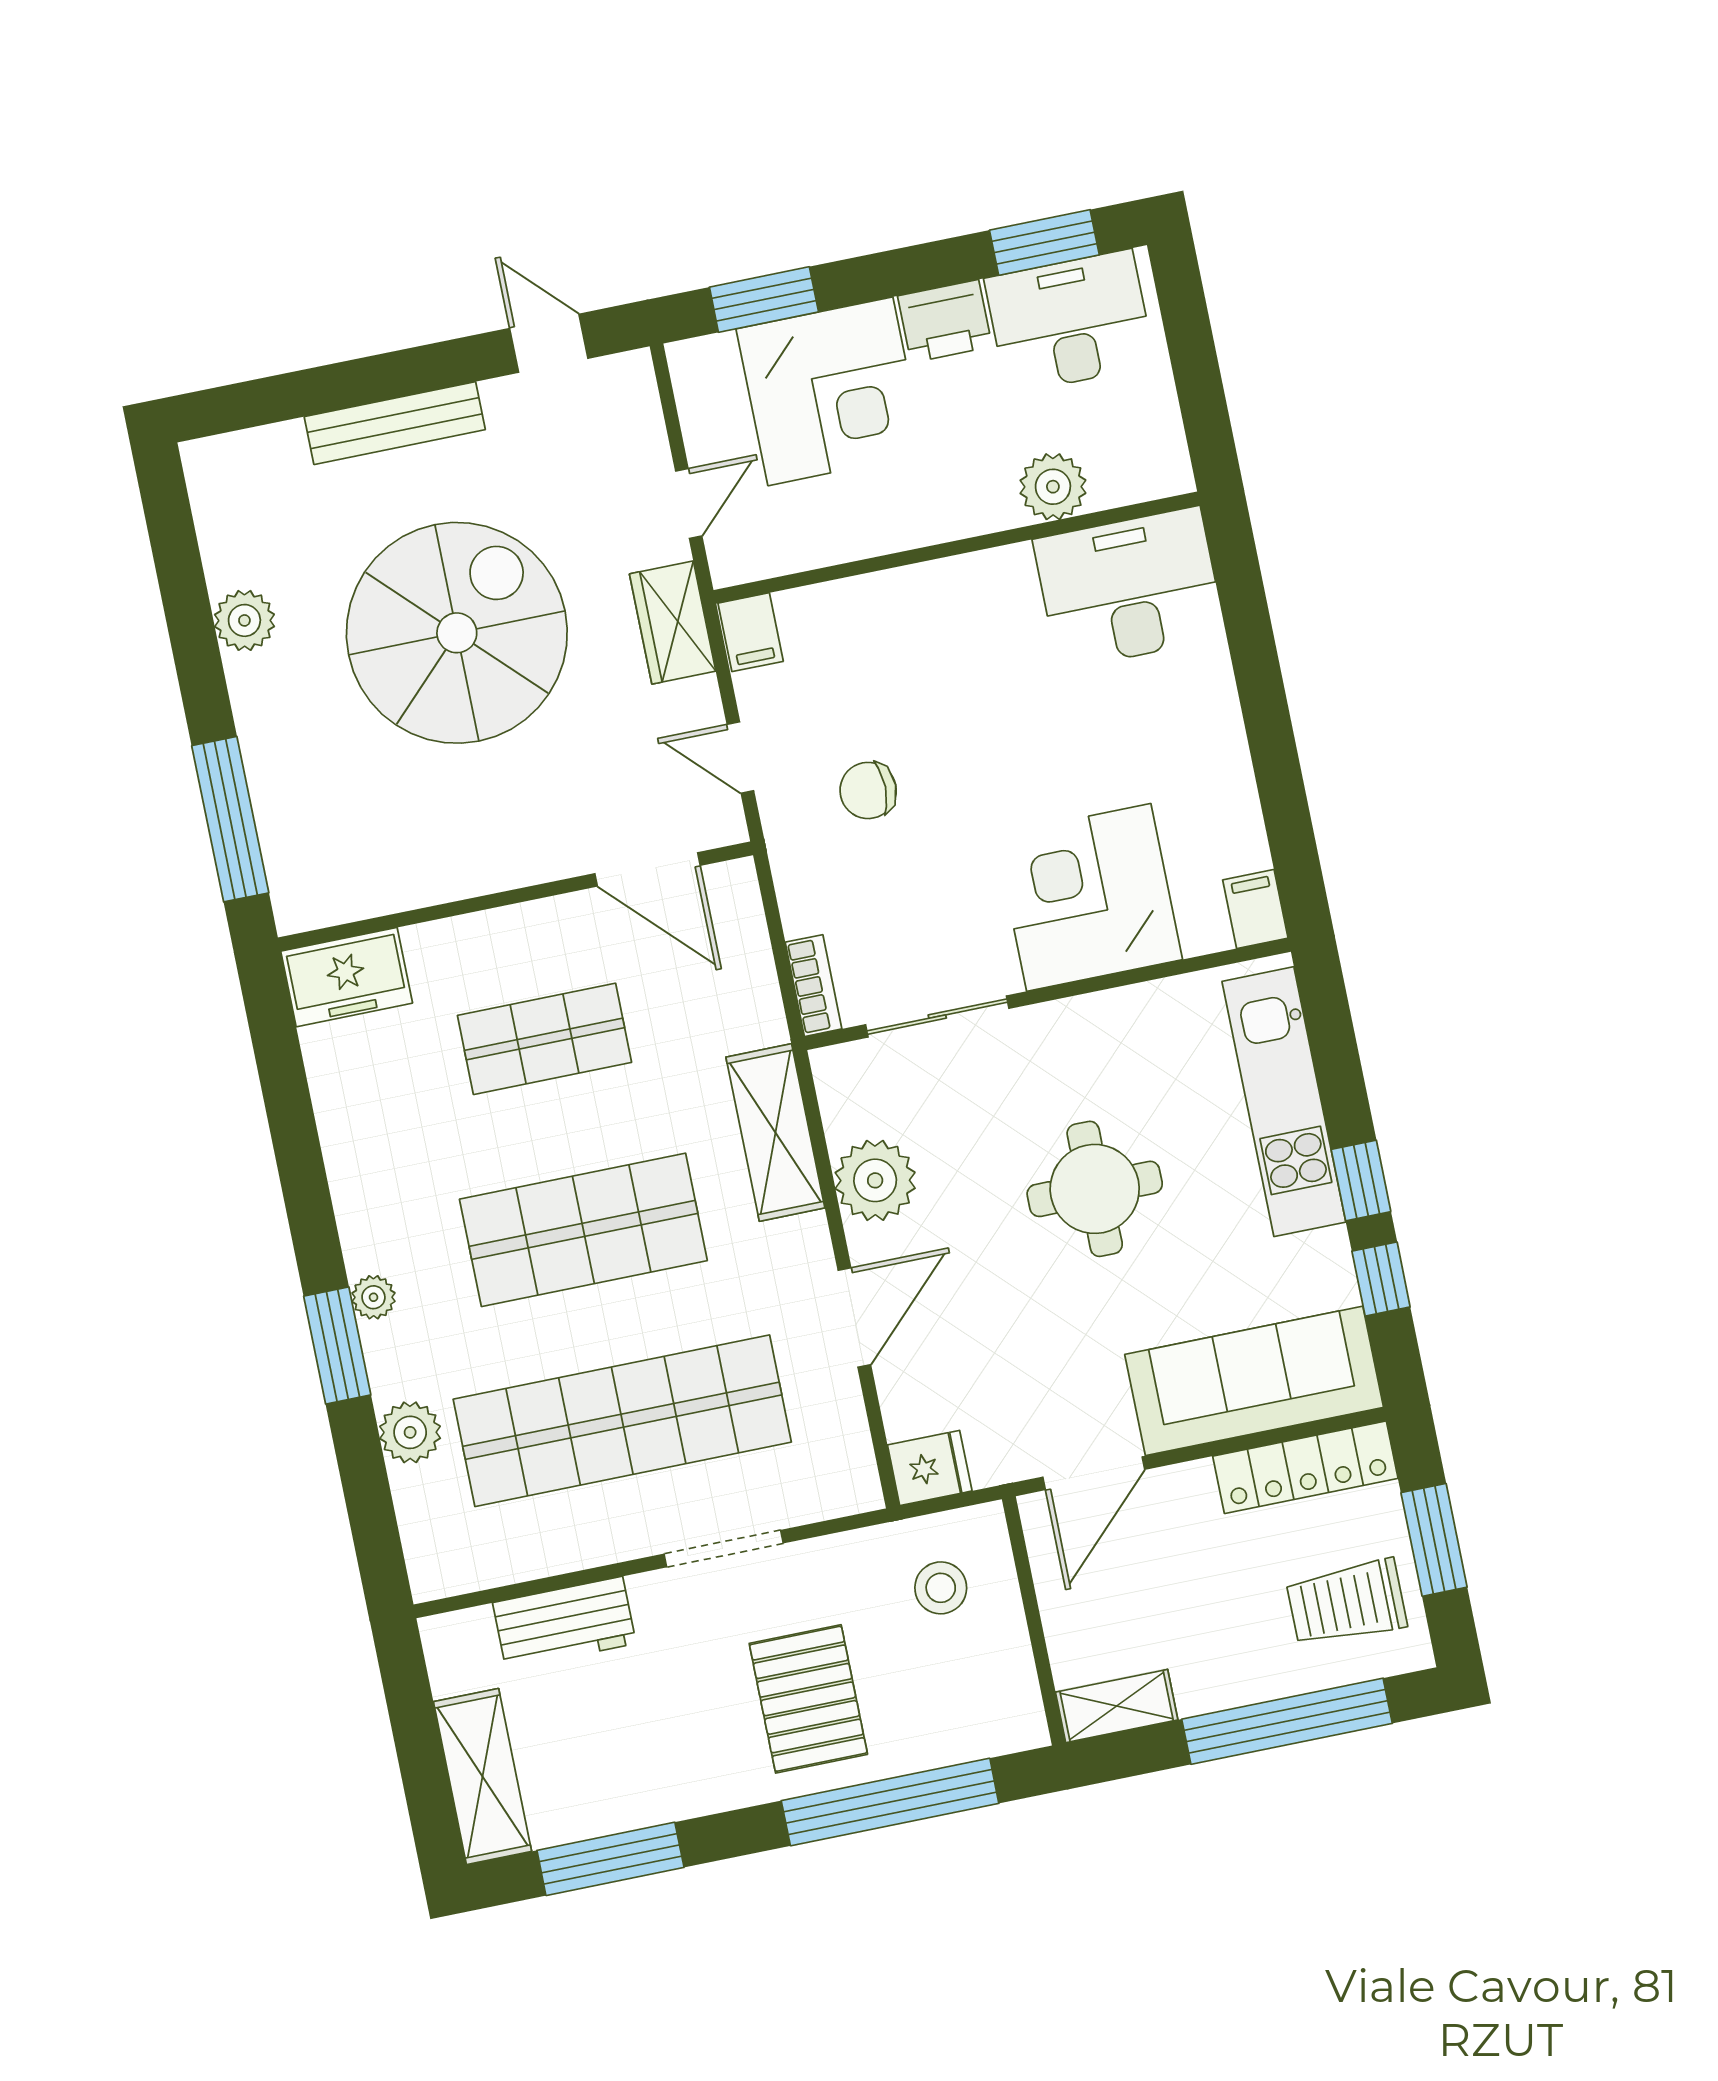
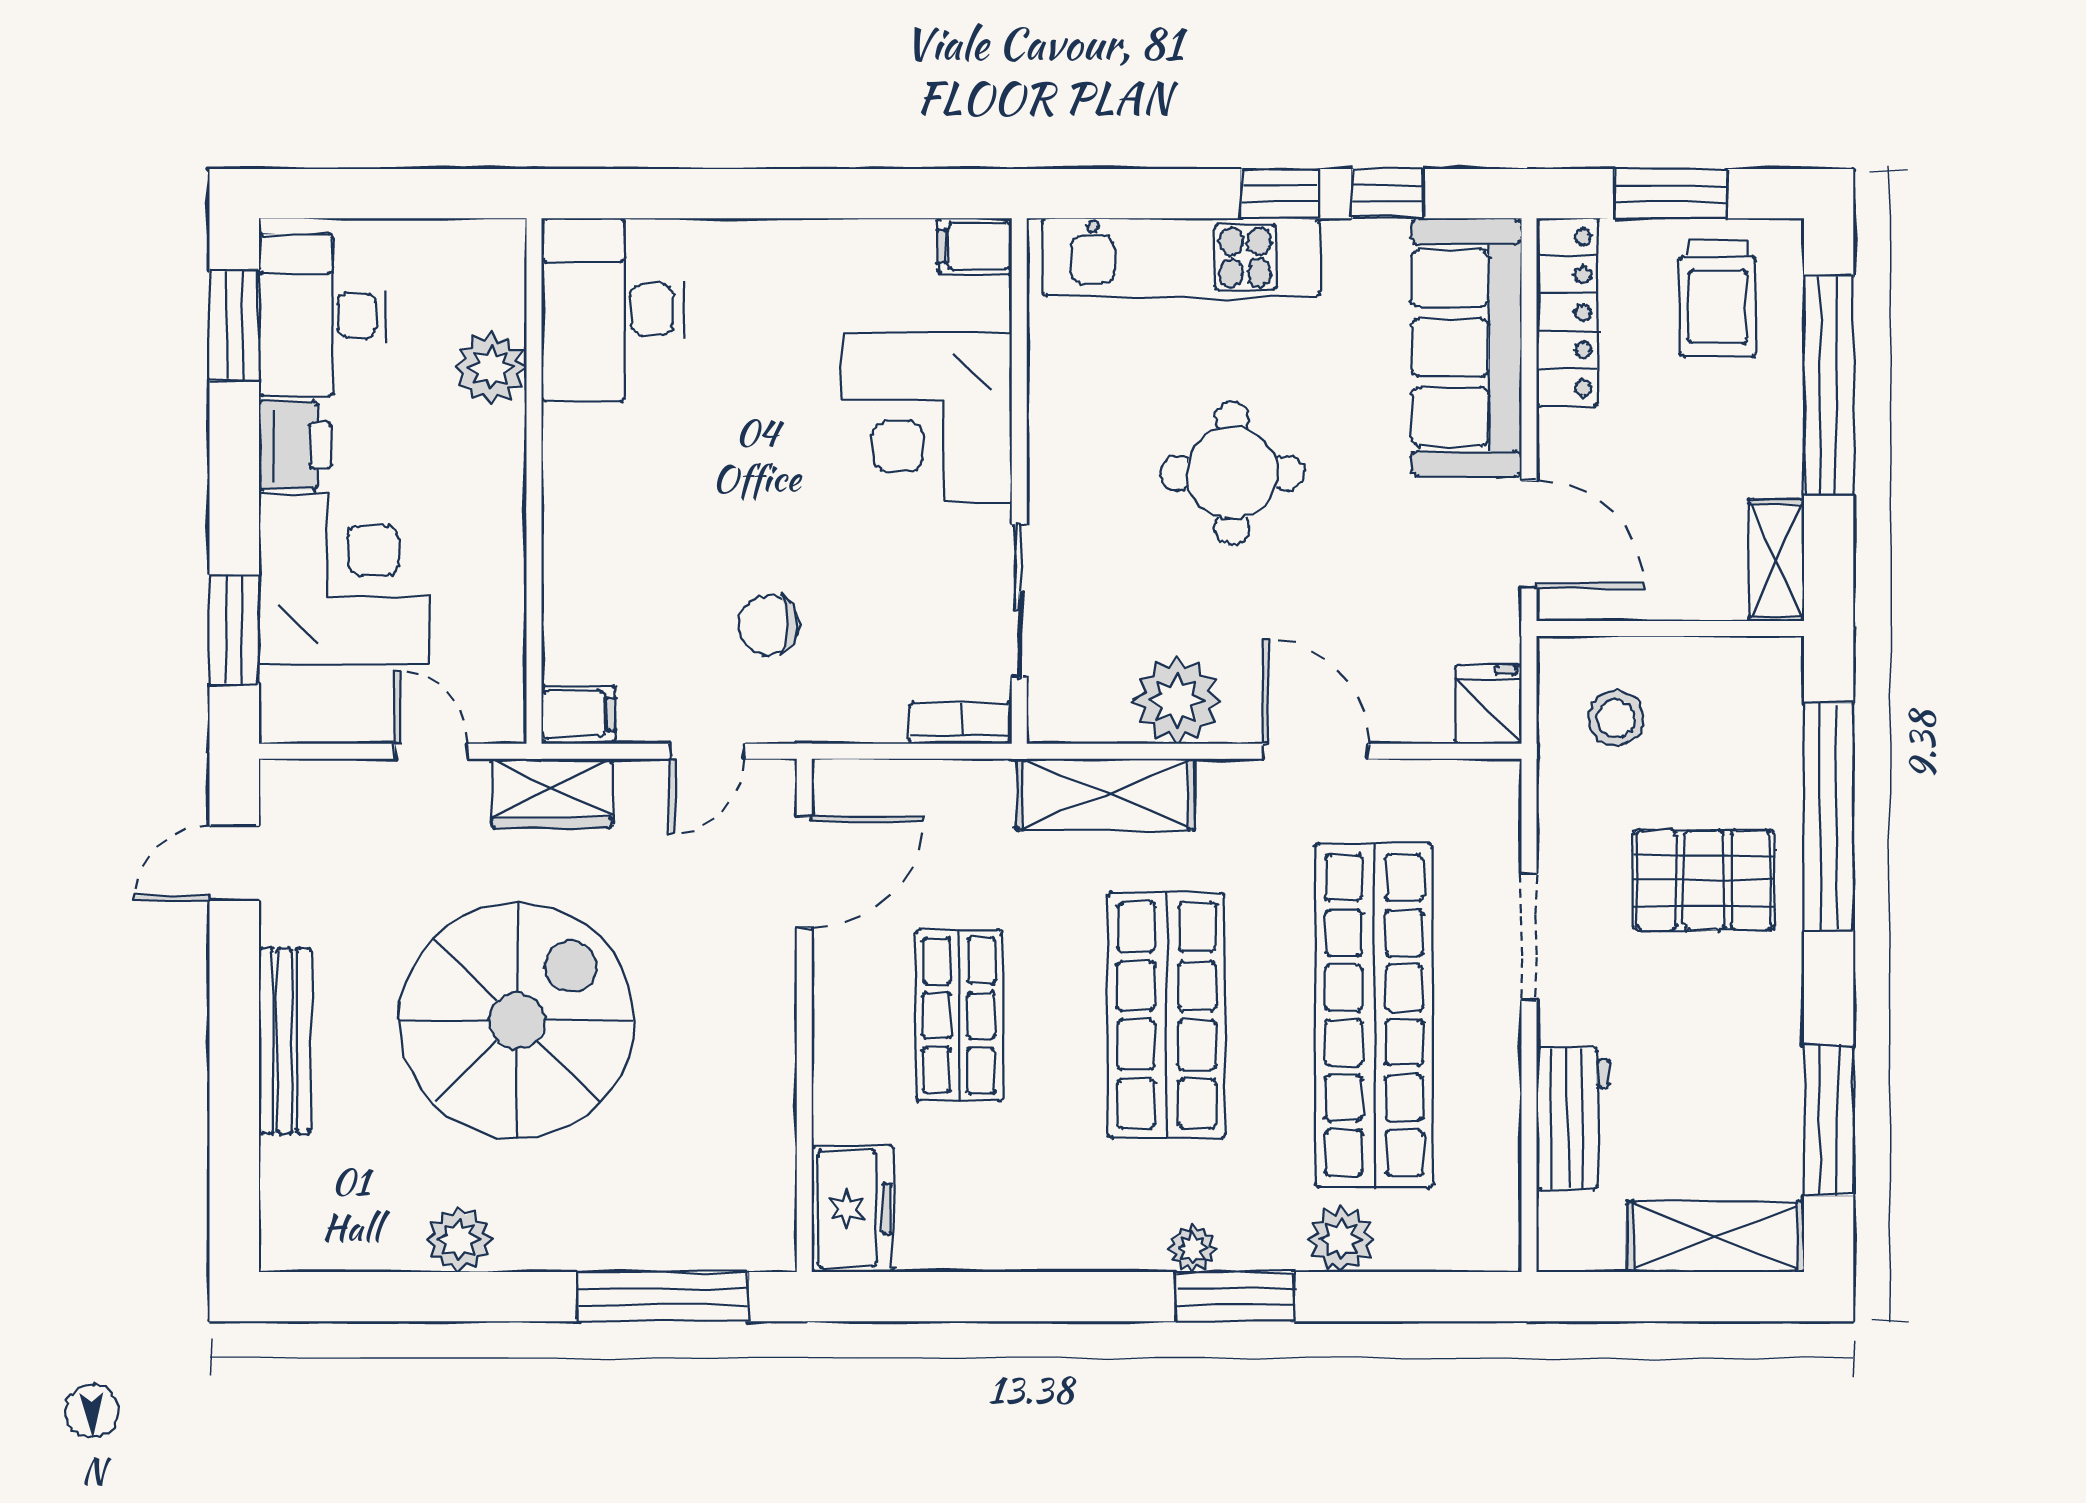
spiral stairs: (457, 633) -> (517, 1021), turned 90
chair: (868, 790) -> (769, 625), turned 90

